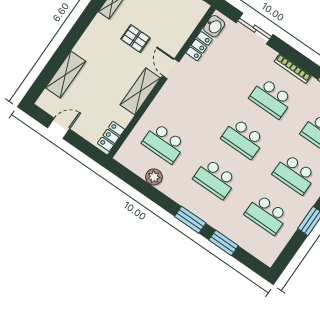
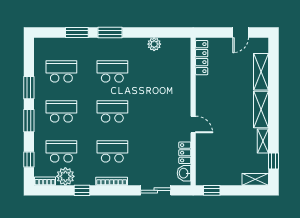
pallet: (135, 39) -> (231, 128), removed
shelving: (140, 91) -> (261, 109), moved
locker: (111, 136) -> (202, 58), width x1.53
school desk: (164, 143) -> (163, 71), removed

